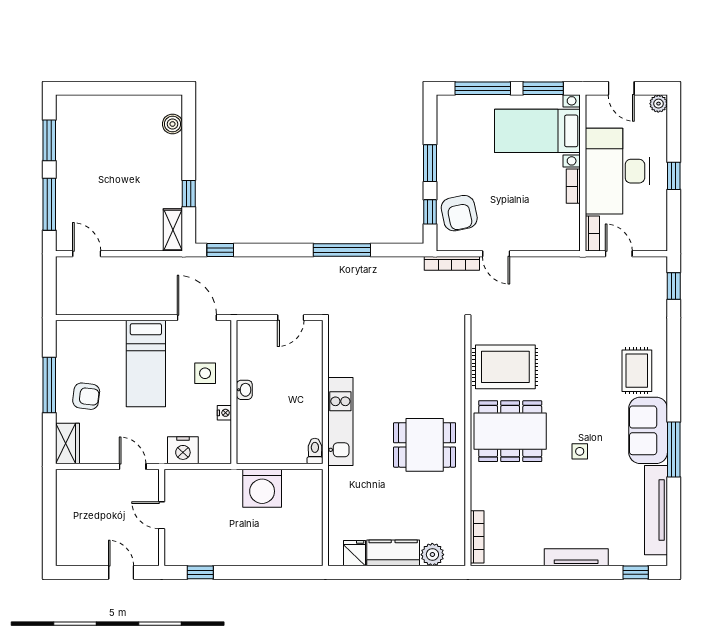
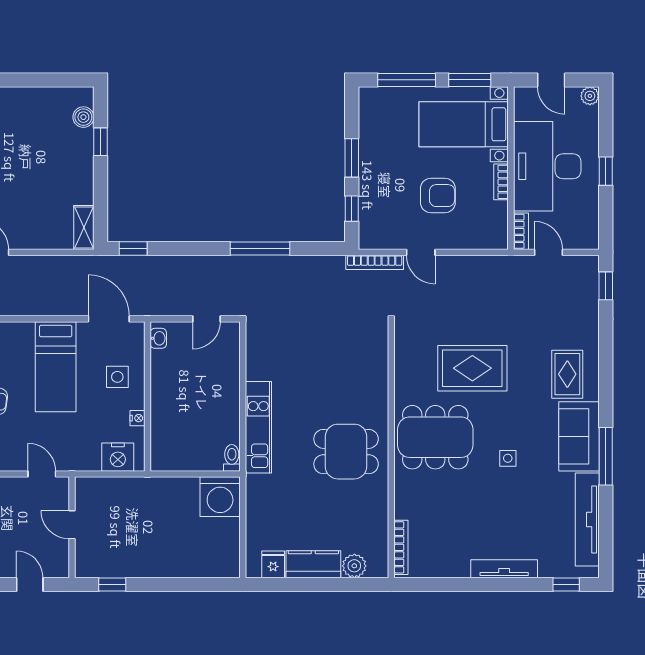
window: (189, 194) -> (100, 142), moved
armchair: (459, 213) -> (438, 196), moved, turned -78
rug: (505, 367) -> (472, 368), moved
washbasin: (244, 390) -> (158, 338), moved
nightstand: (183, 450) -> (118, 457), moved
washing machine: (262, 488) -> (220, 497), moved

